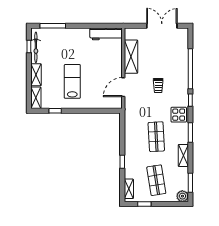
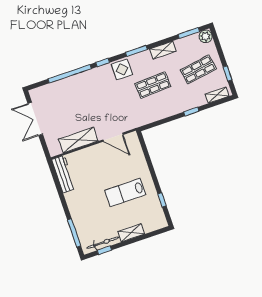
trolley: (158, 86) -> (99, 101), removed
shelving: (36, 98) -> (155, 225), removed

